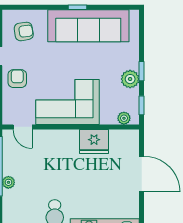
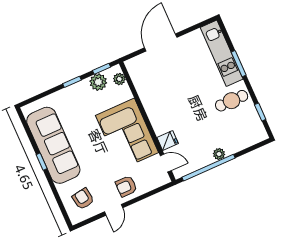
plant: (130, 79) -> (98, 82), moved
door: (23, 127) -> (166, 163), hinge flipped
fridge: (94, 142) -> (168, 141), moved, width x0.53, depth x0.75

